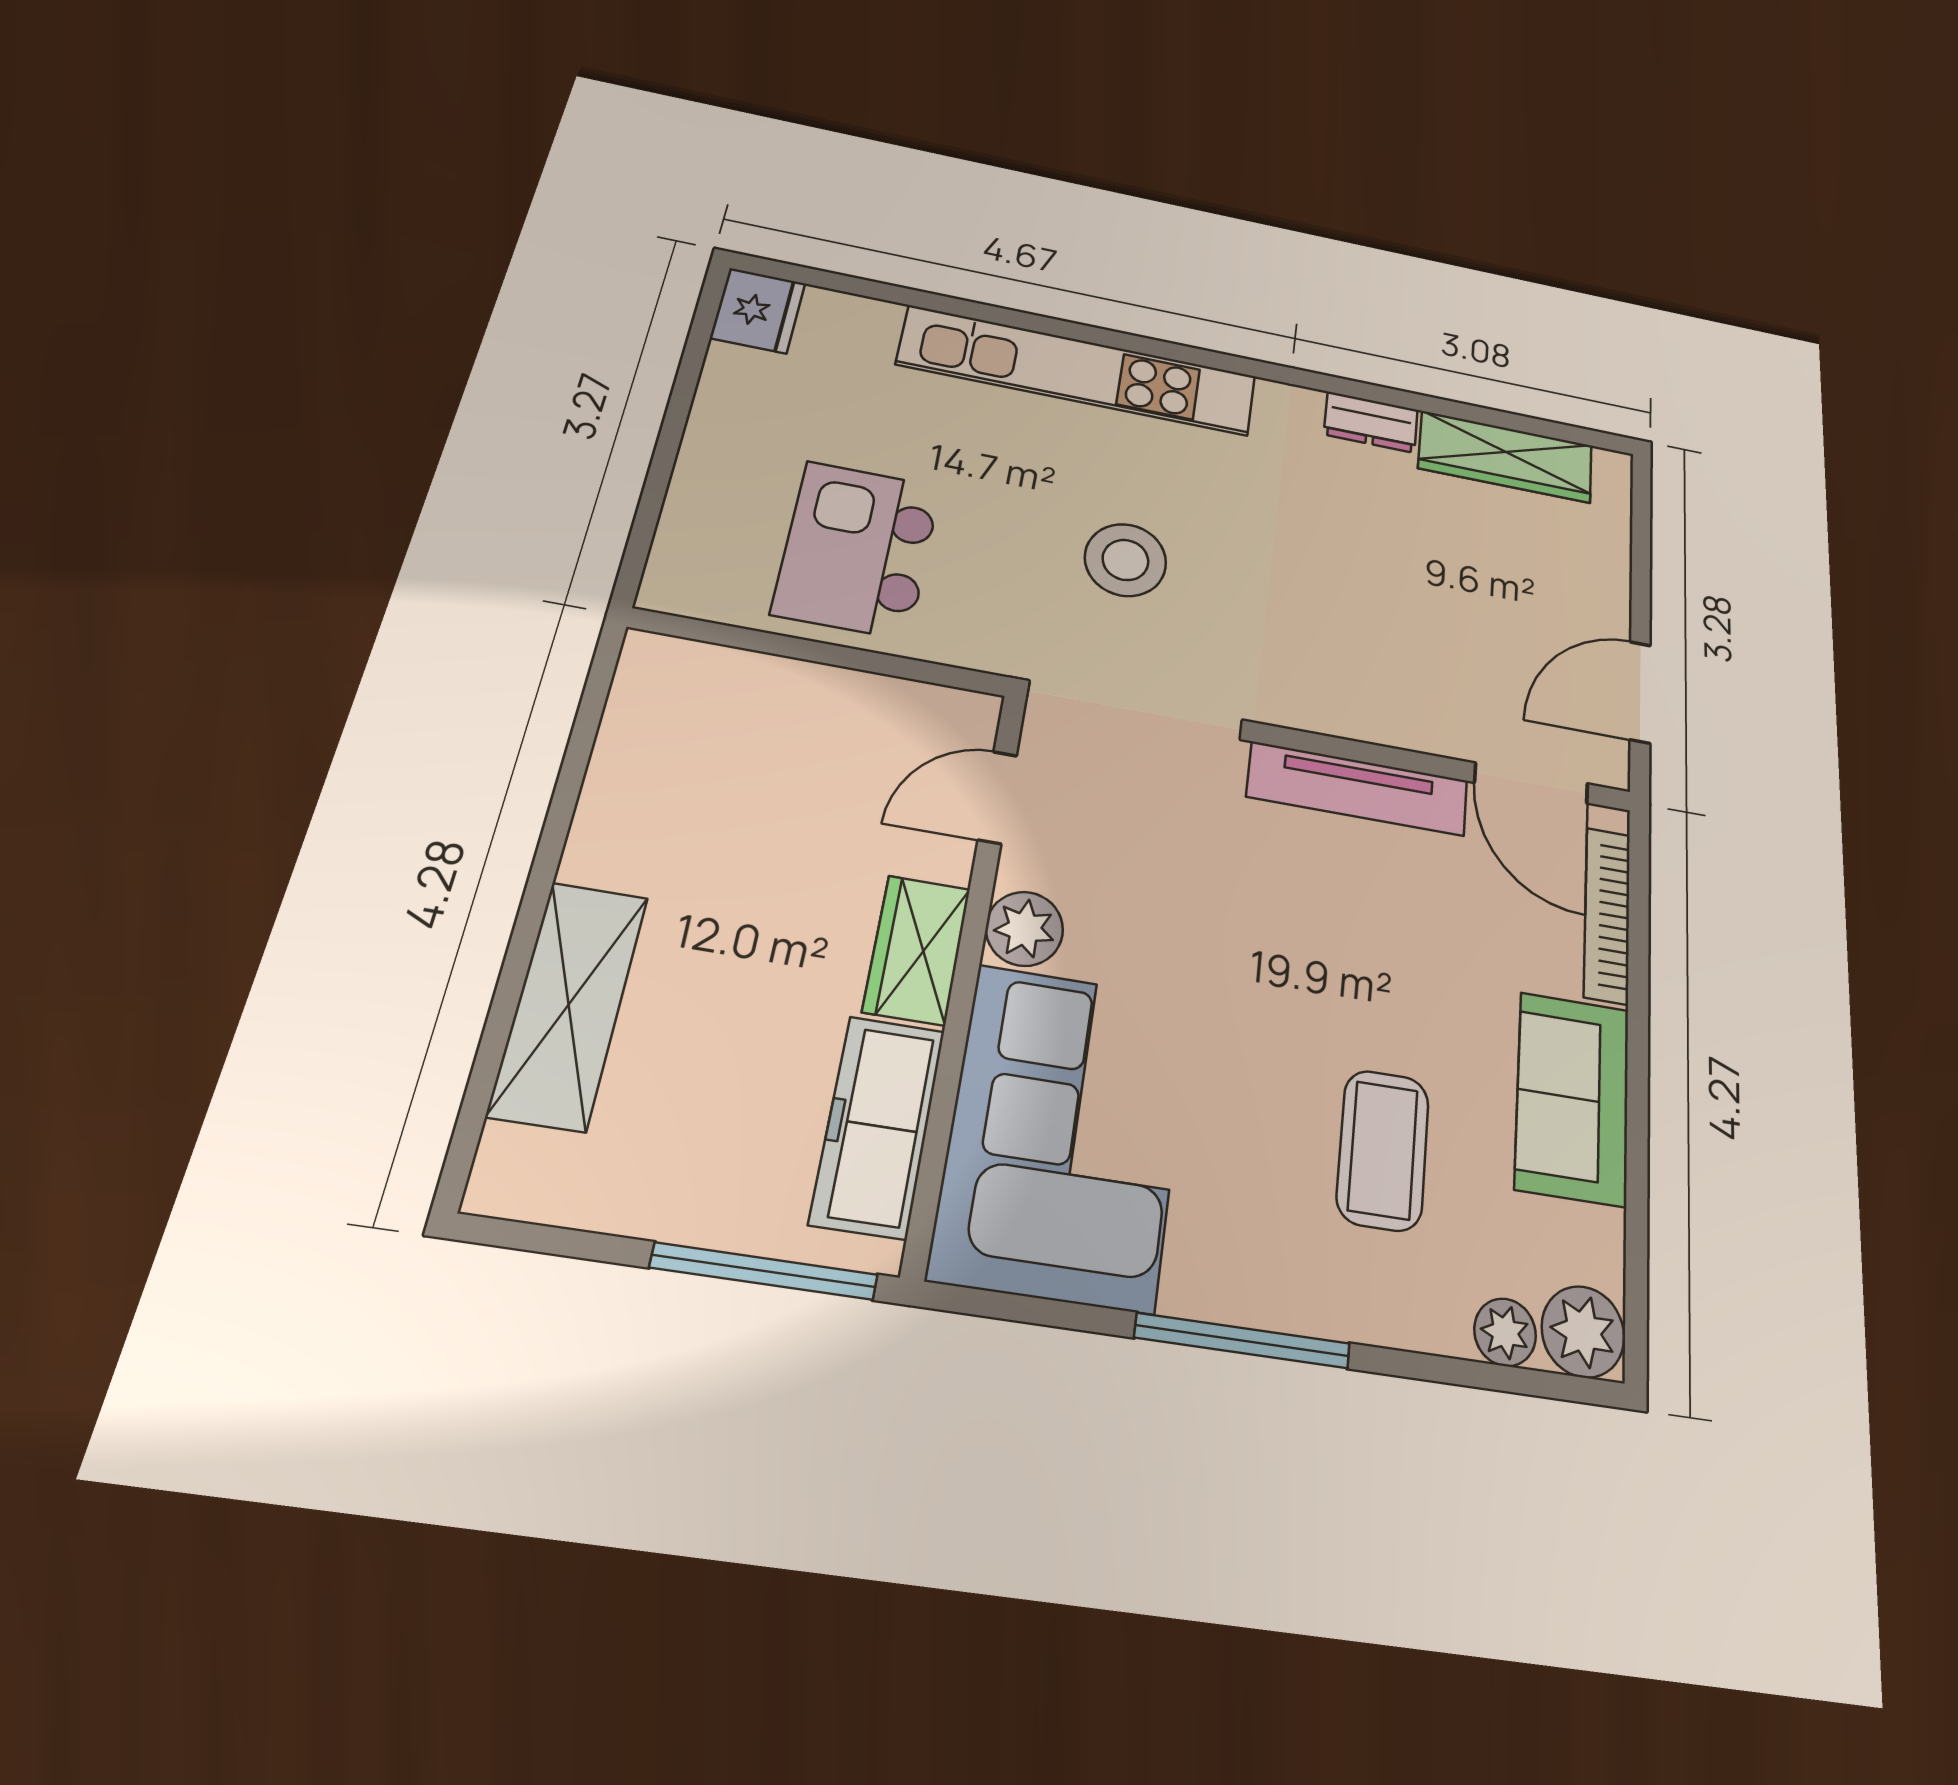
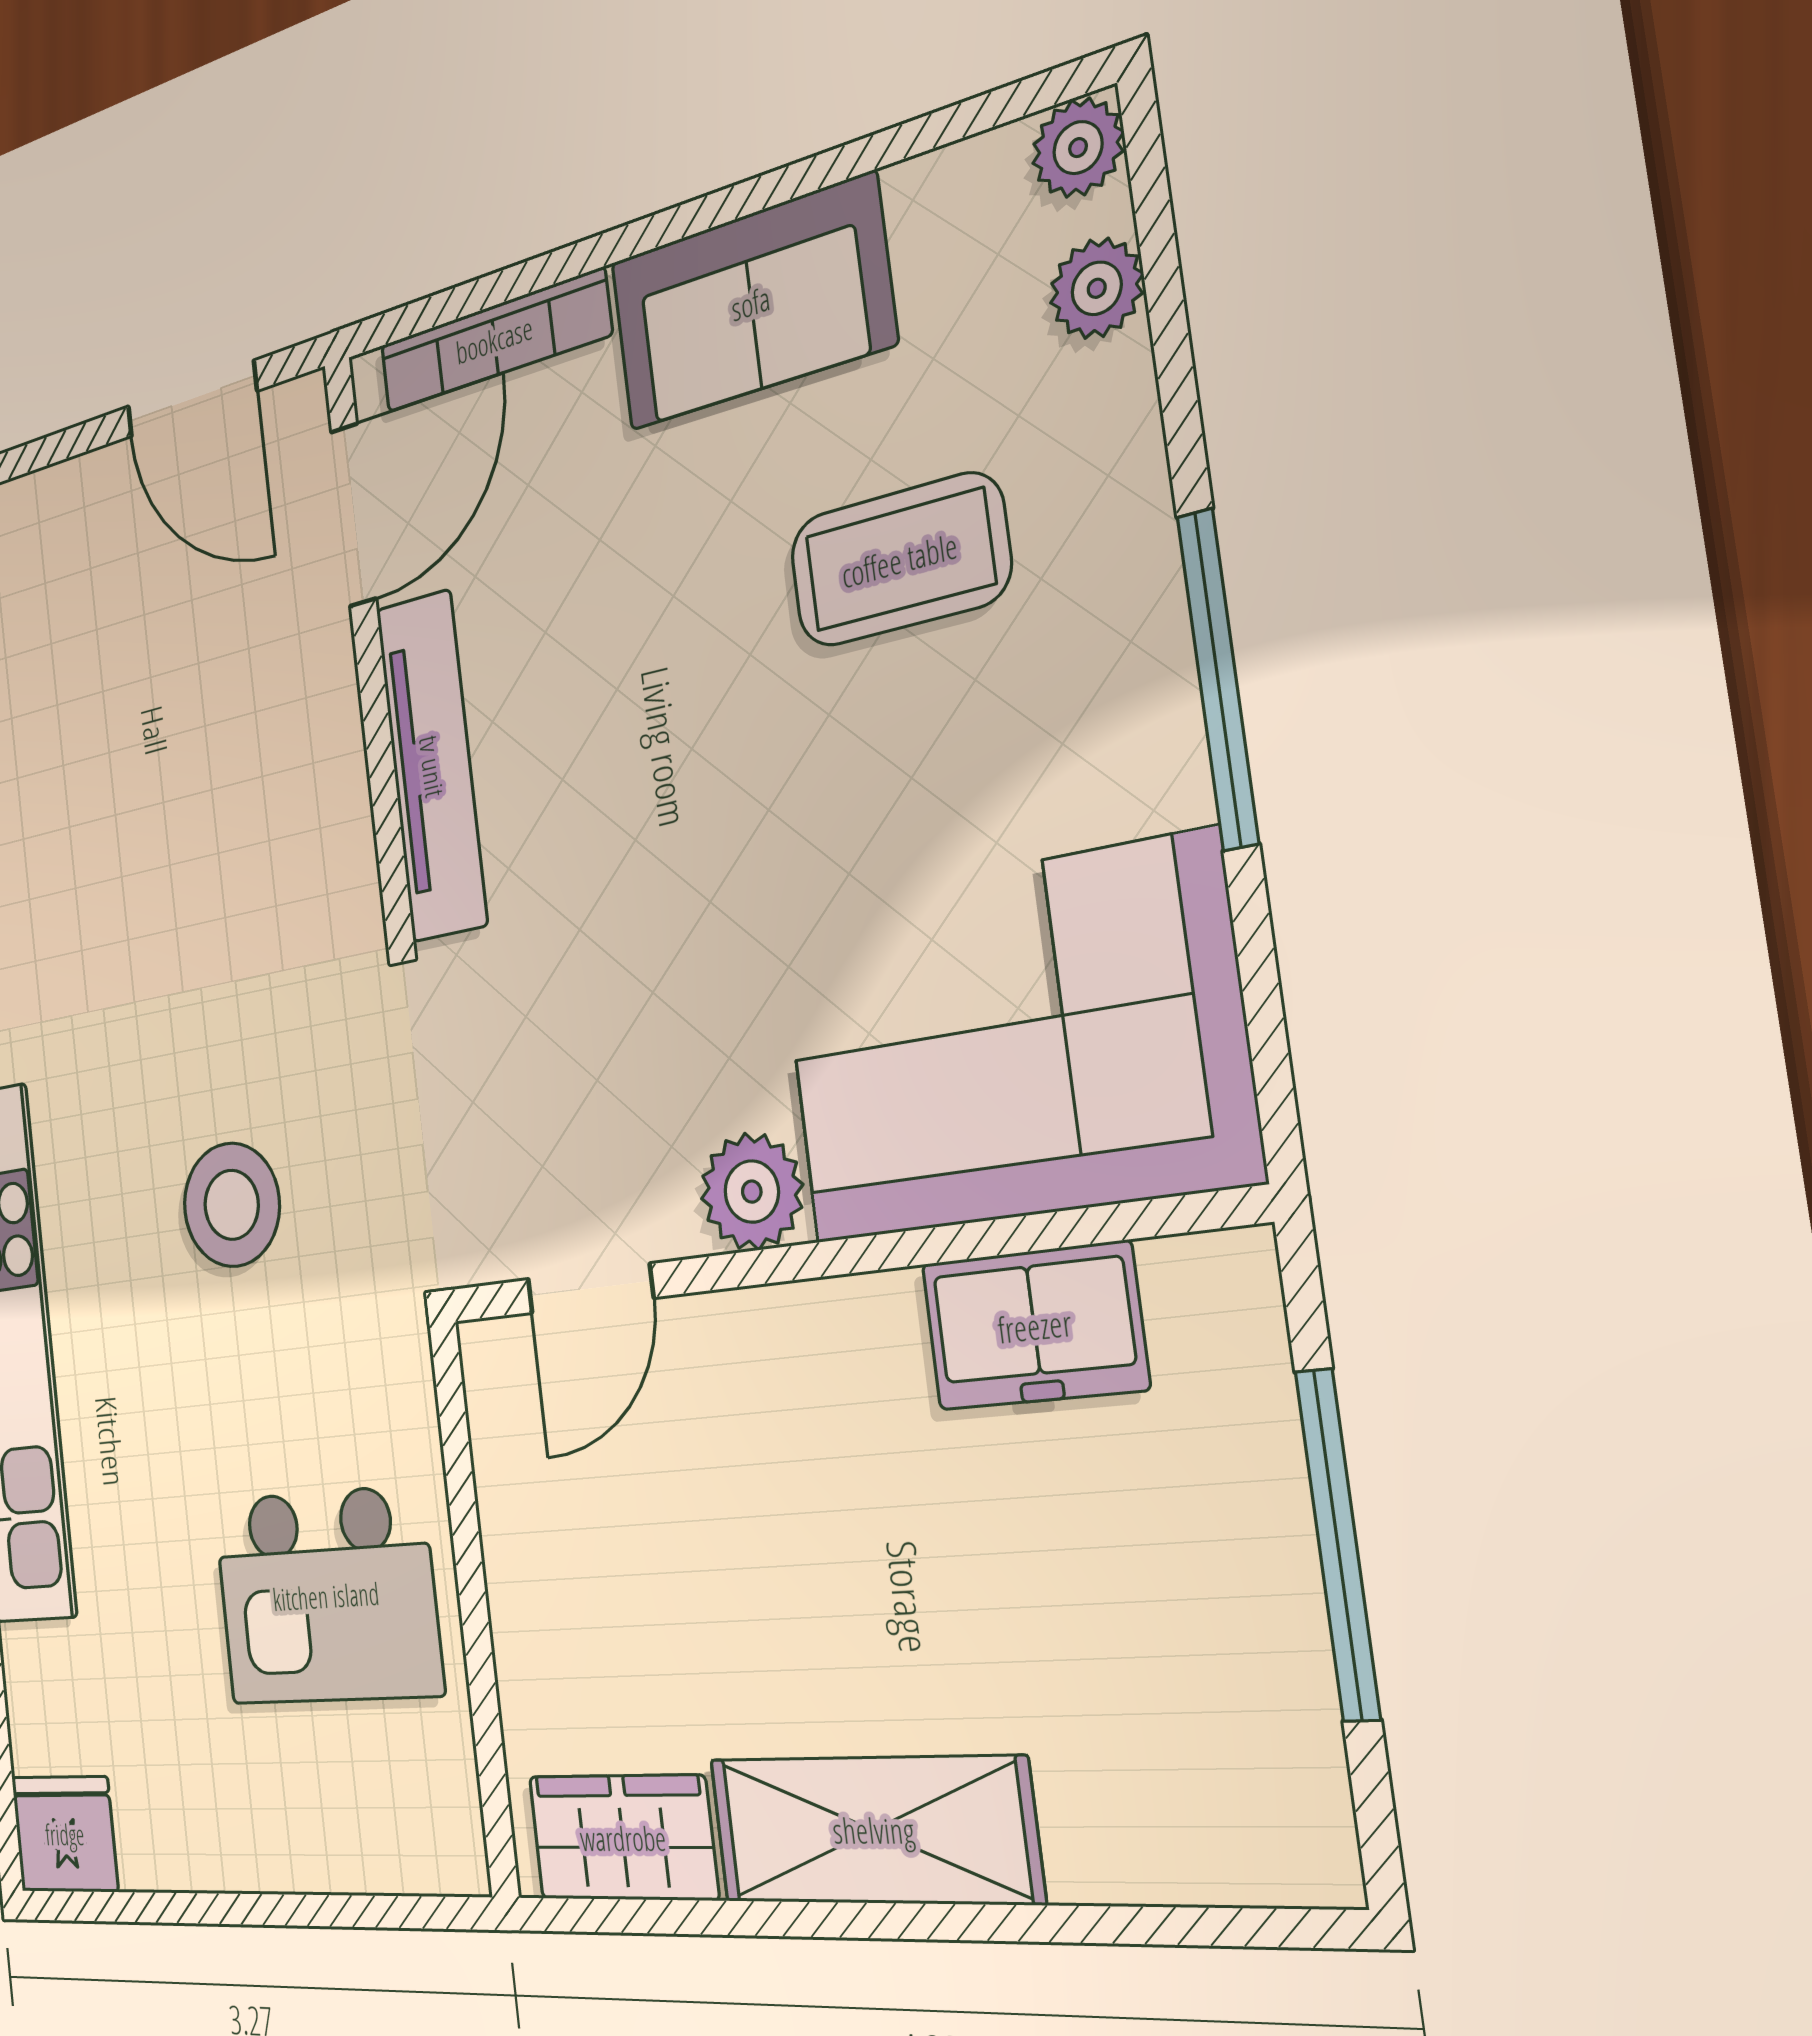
door: (997, 797) -> (590, 1288), hinge flipped
wardrobe: (917, 950) -> (623, 1838), moved, turned 180
shelving: (569, 1005) -> (873, 1830), moved
freezer: (878, 1126) -> (1034, 1326), width x0.71
window: (764, 1271) -> (1338, 1545), moved
plant: (1583, 1332) -> (1078, 148), width x0.73, depth x0.73

